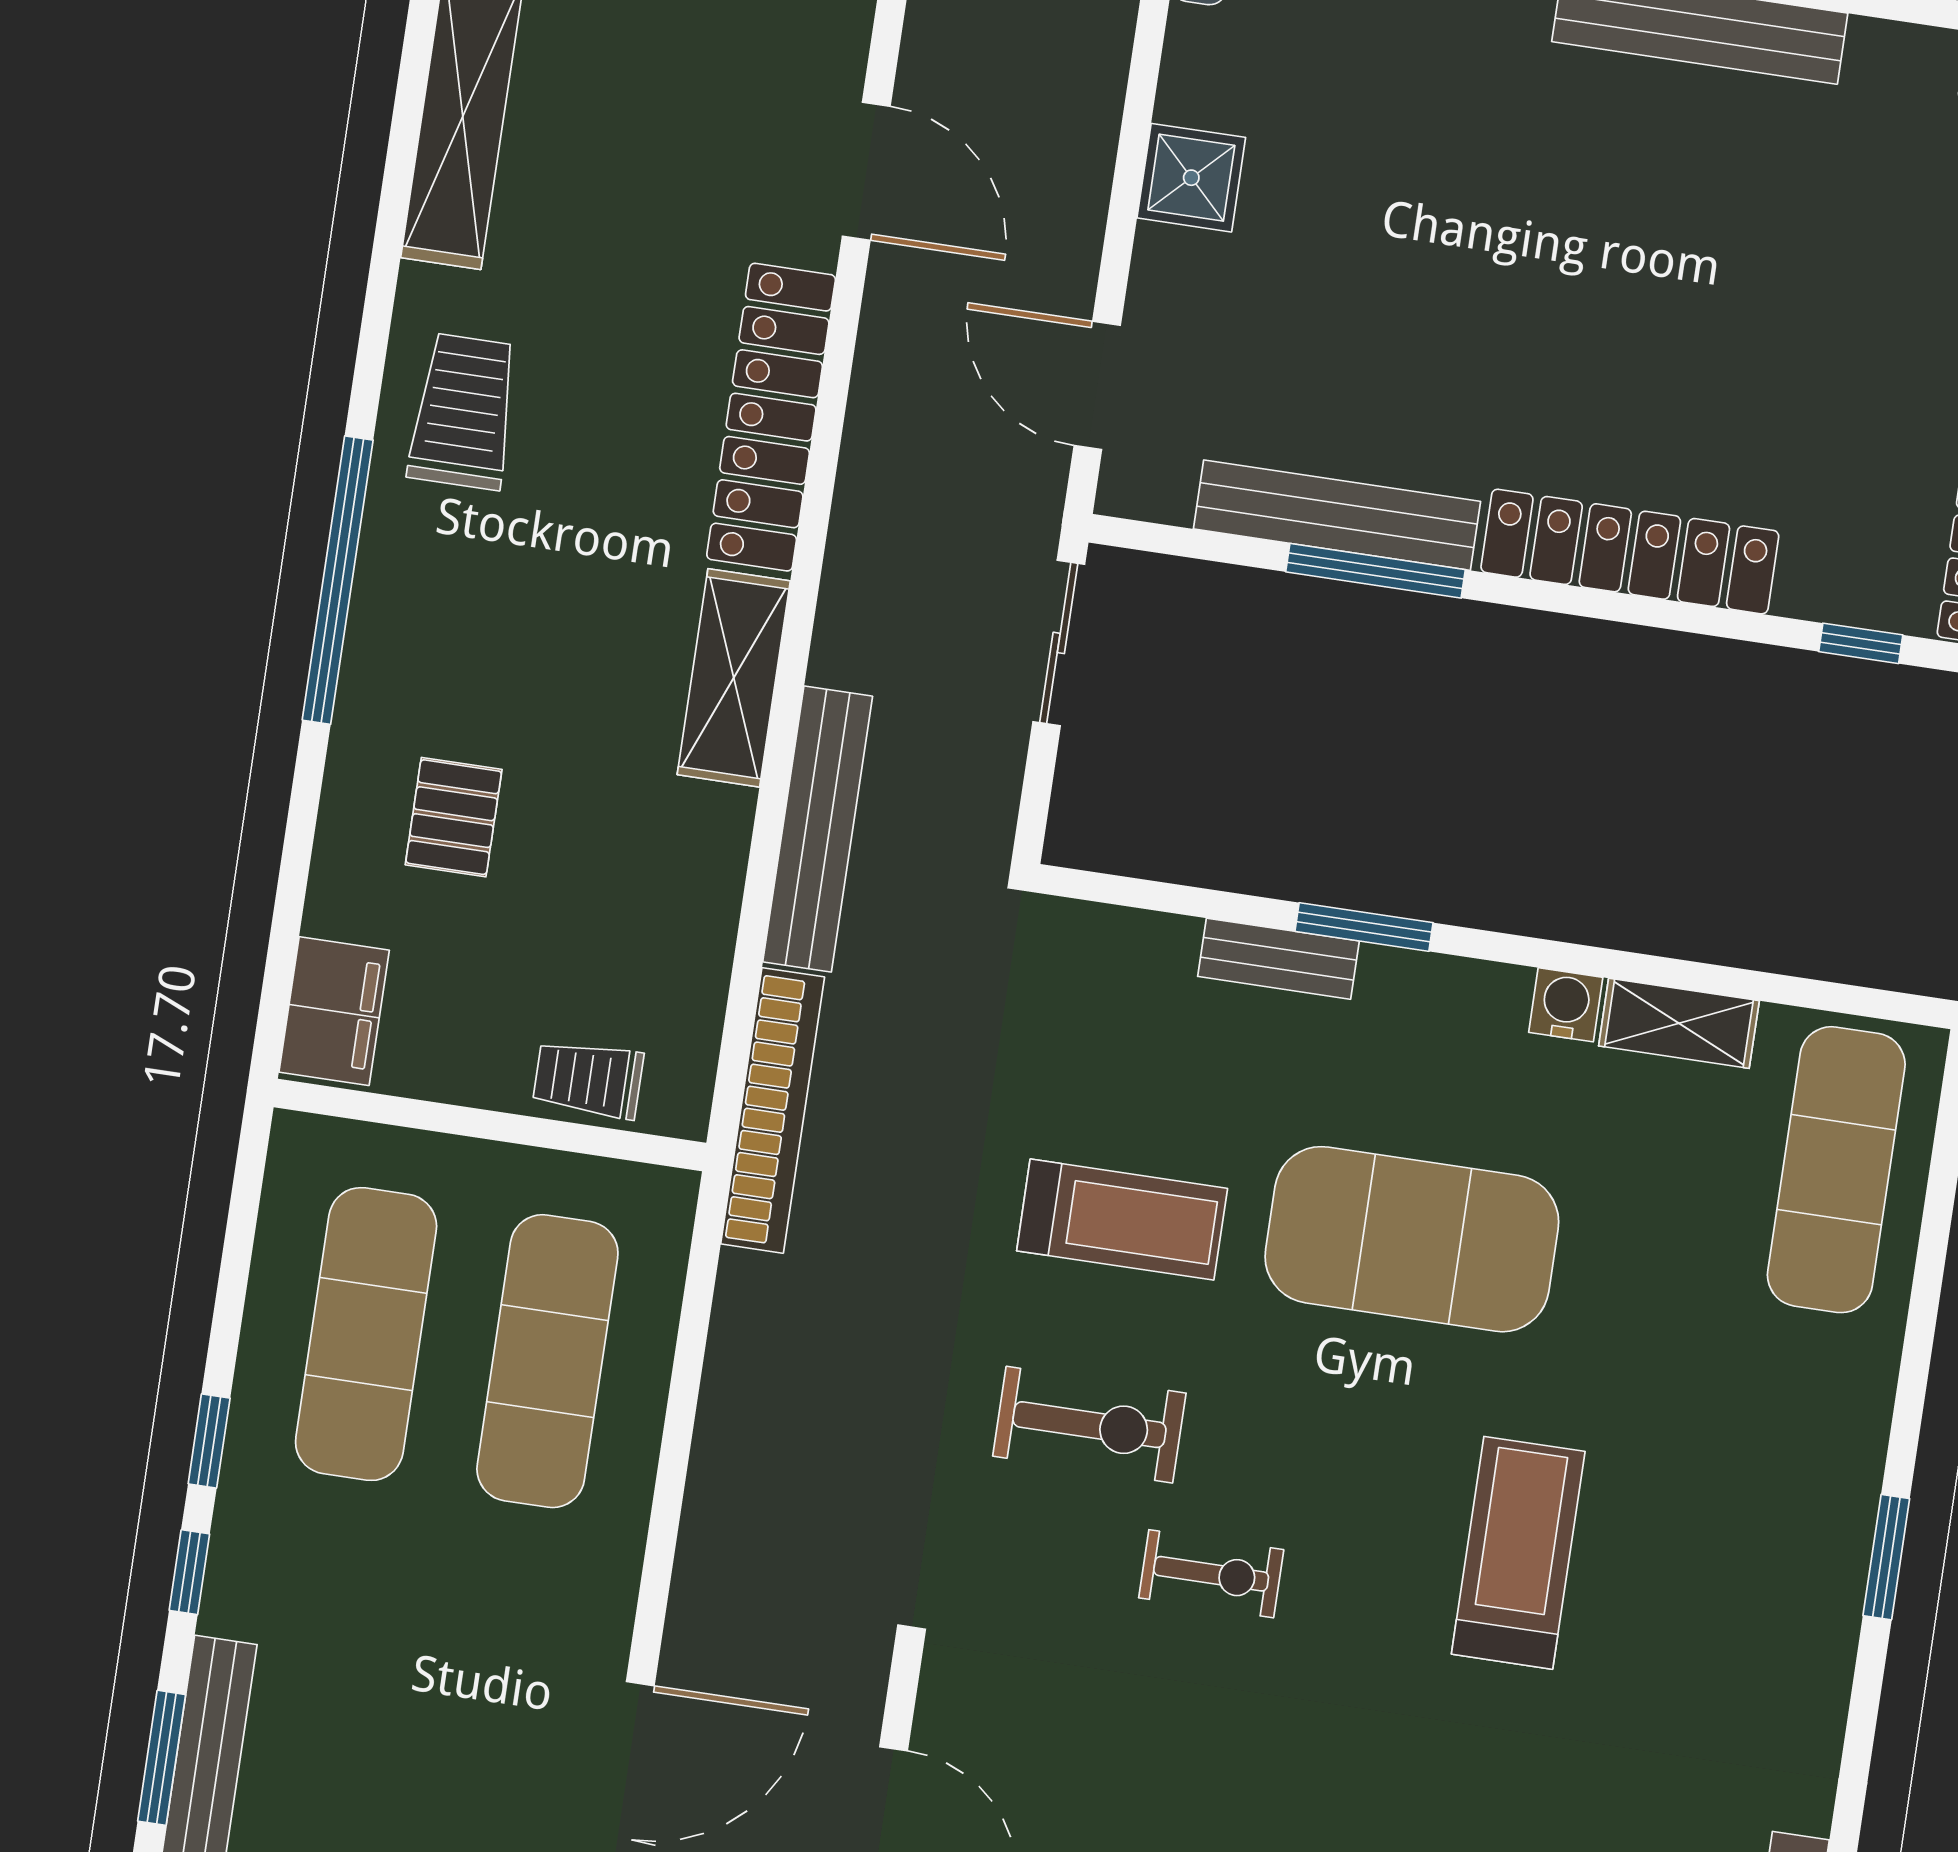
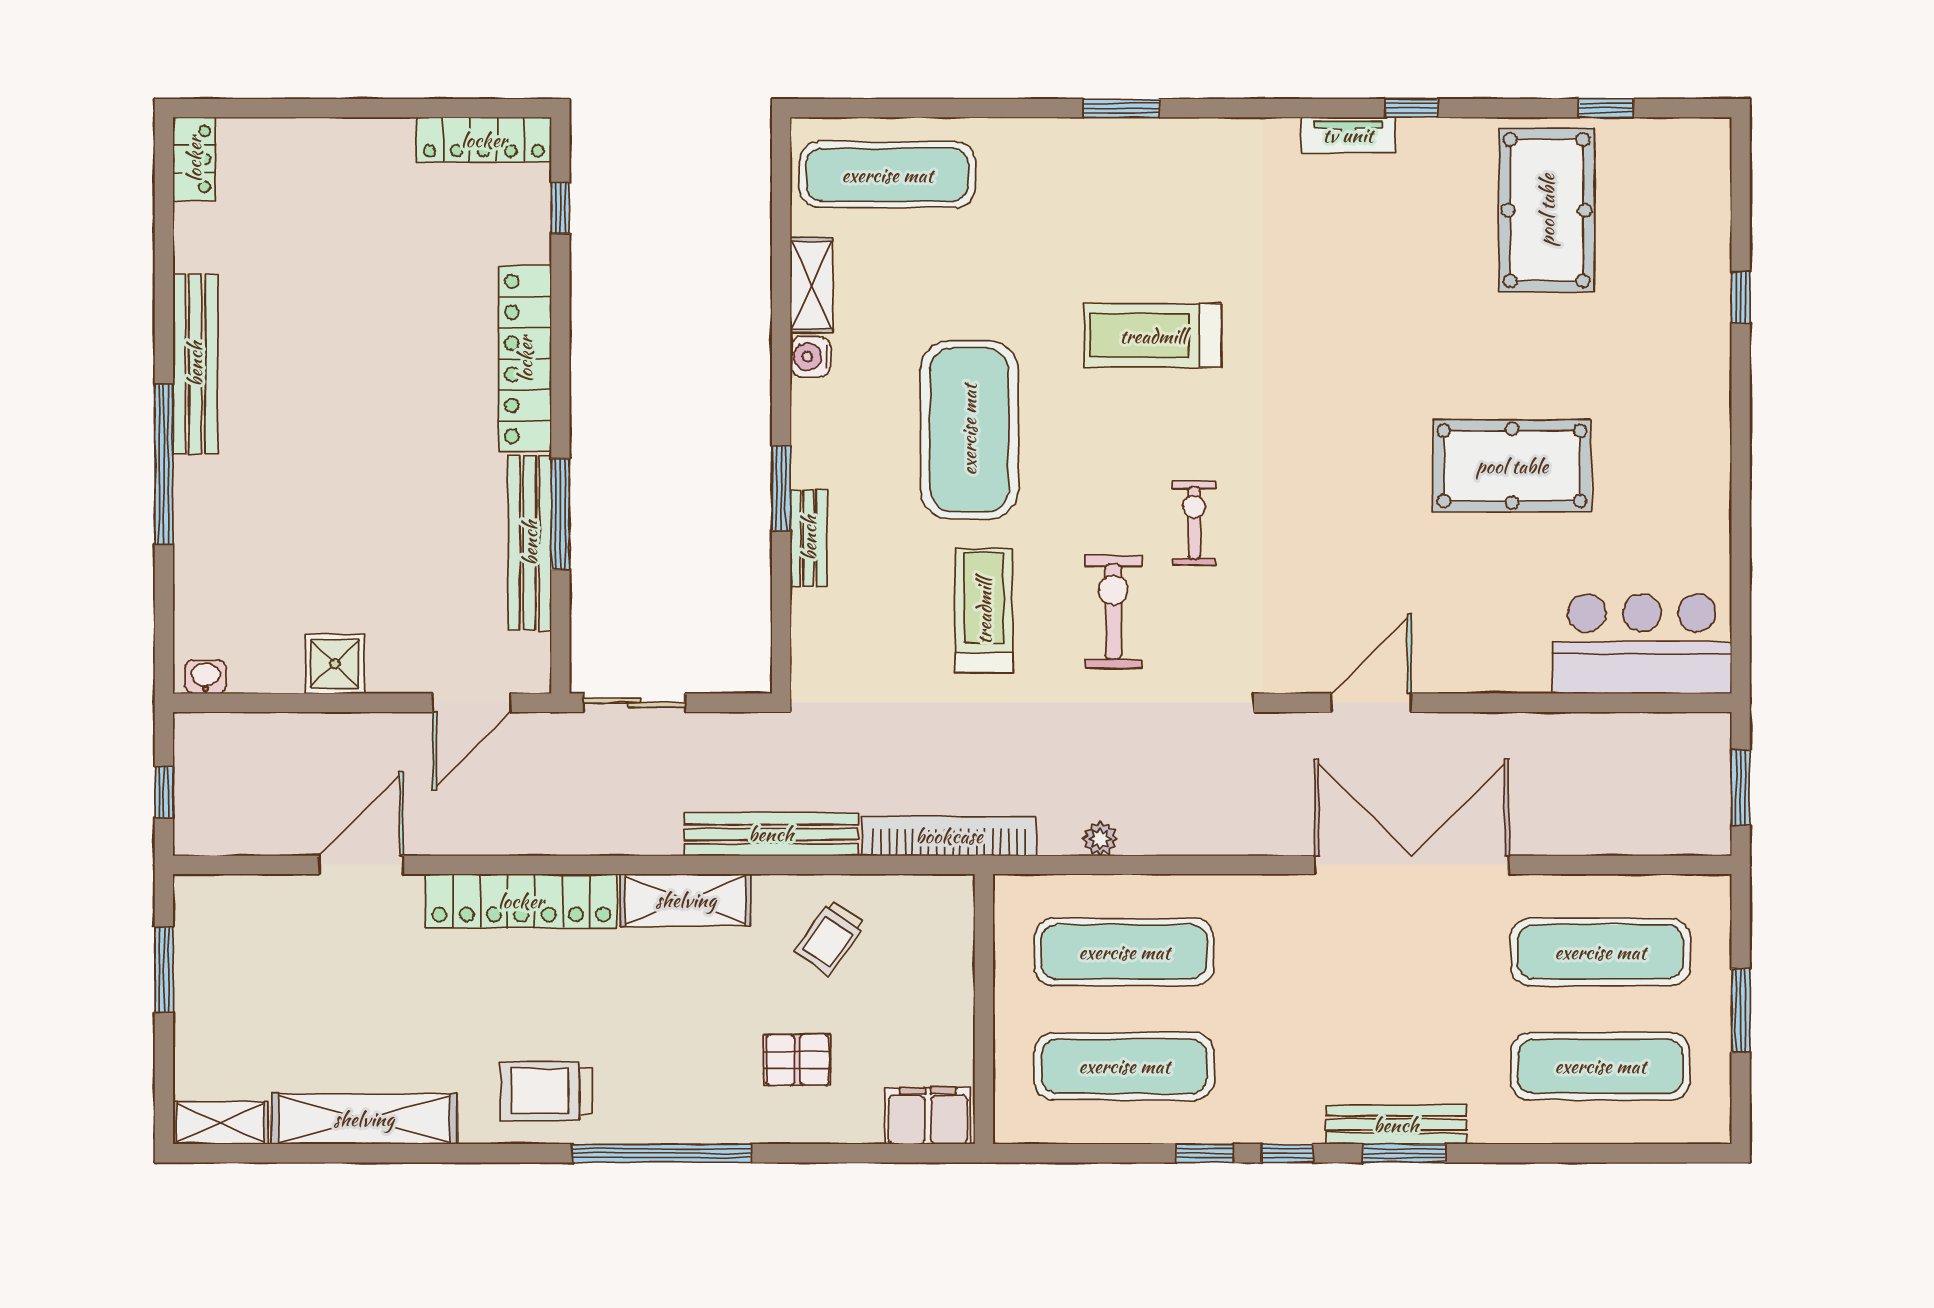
trolley: (588, 1079) -> (830, 938), moved, turned 35
plant: (733, 1350) -> (1100, 839), added

